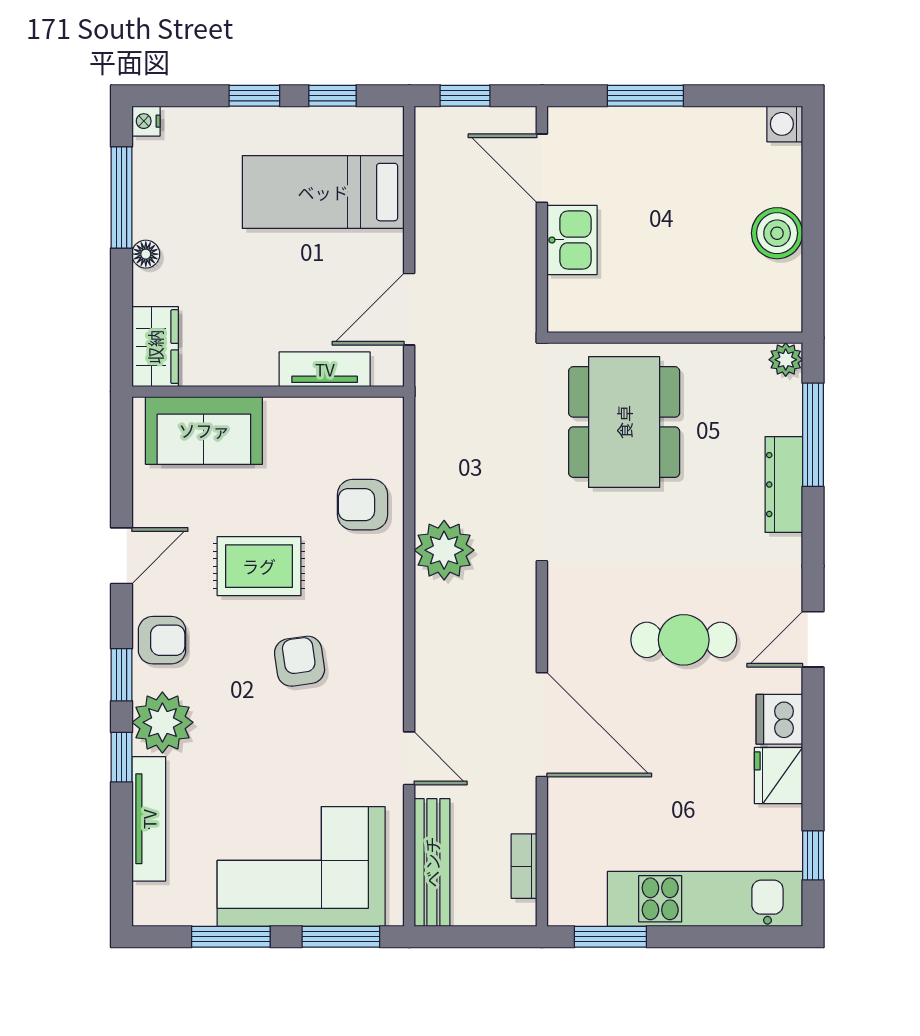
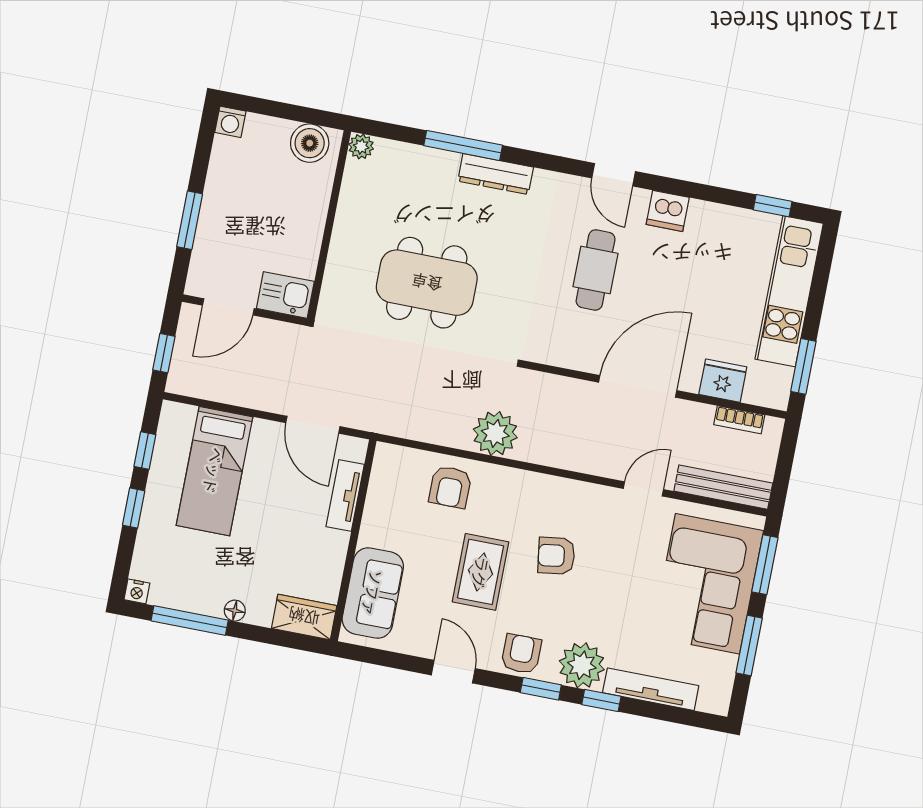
wall: (675, 338) -> (329, 225), moved
plant: (786, 360) -> (361, 146), moved
fridge: (778, 776) -> (723, 381), moved, turned 180

